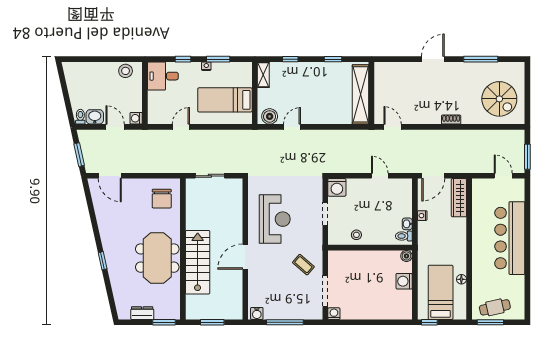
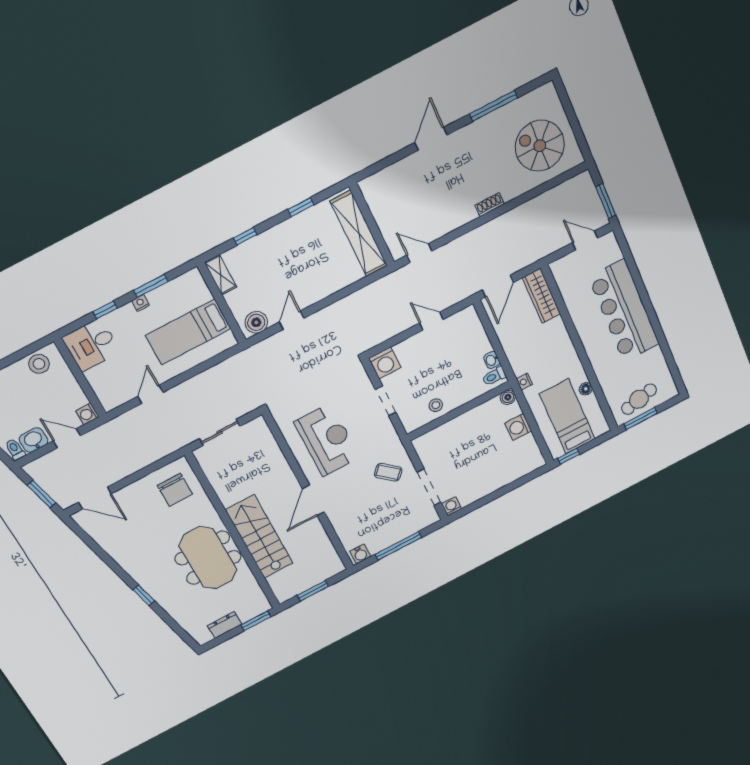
spiral stairs: (499, 99) -> (540, 146), turned 180
nightstand: (422, 216) -> (524, 381), moved

